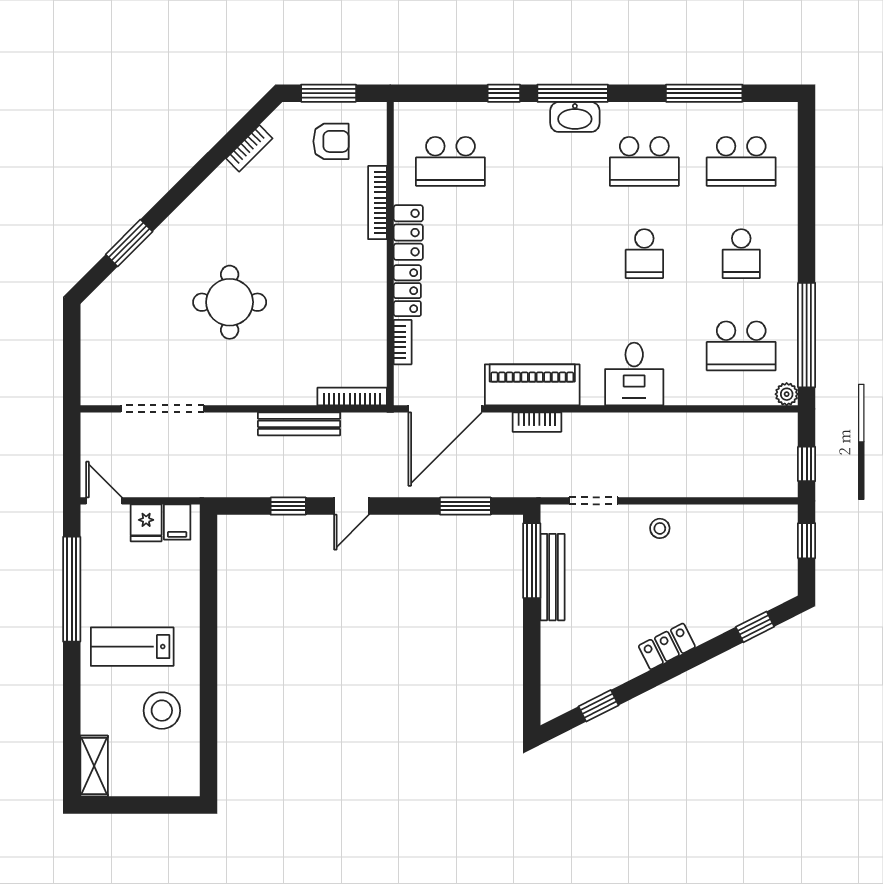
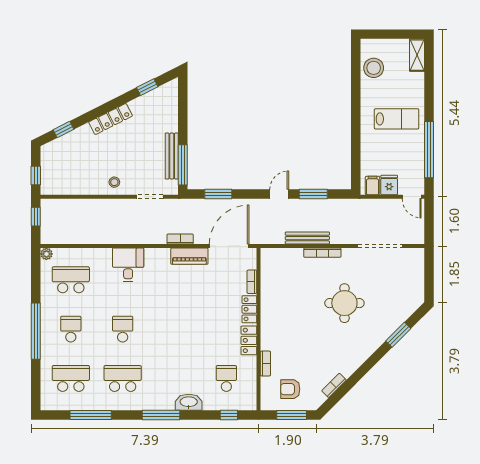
window: (504, 93) -> (229, 415), moved
washbasin: (575, 117) -> (189, 402), moved
school desk: (450, 161) -> (226, 378), width x0.54
bookcase: (377, 203) -> (265, 363), width x0.64
window: (807, 335) -> (36, 331), moved
piano: (532, 385) -> (189, 256), width x0.73, depth x0.75
bookcase: (352, 397) -> (322, 253), moved
window: (288, 506) -> (313, 194), width x1.50
locker: (667, 646) -> (111, 119), width x1.53
stool: (162, 711) -> (374, 68), moved

